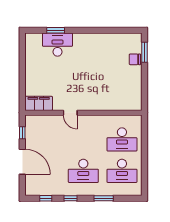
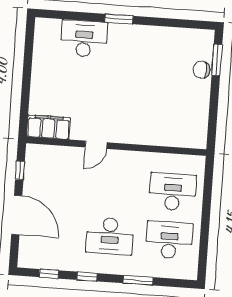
window: (56, 30) -> (119, 19), moved
door: (70, 113) -> (96, 145), hinge flipped
desk: (122, 139) -> (173, 192), turned 180
desk: (122, 171) -> (169, 240), turned 180

